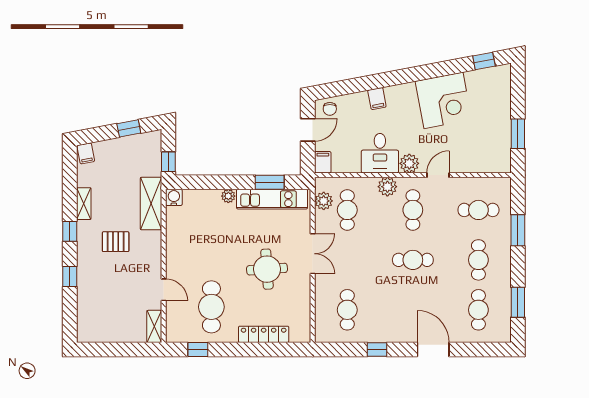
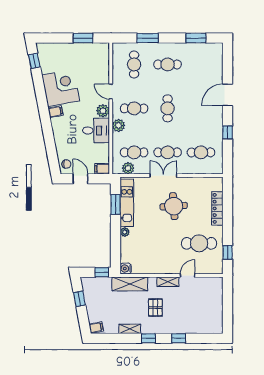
filing cabinet: (377, 99) -> (56, 112), moved
cafe table: (478, 310) -> (168, 152), moved
shelving: (154, 326) -> (168, 282), moved

